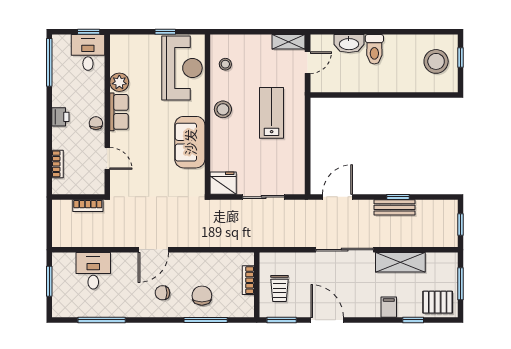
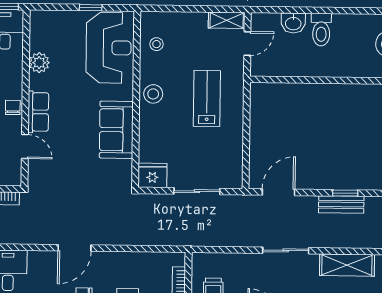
washbasin: (349, 44) -> (293, 23), width x0.72
row of seats: (119, 112) -> (38, 112), moved
sliding door: (345, 250) -> (286, 250), width x0.73

